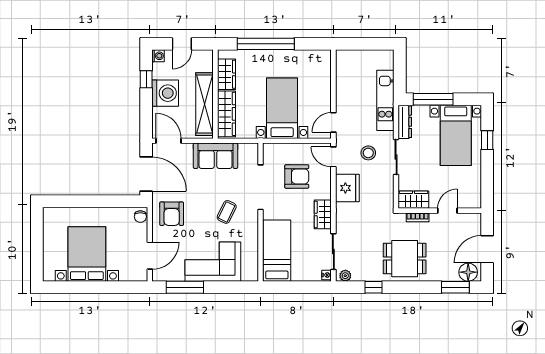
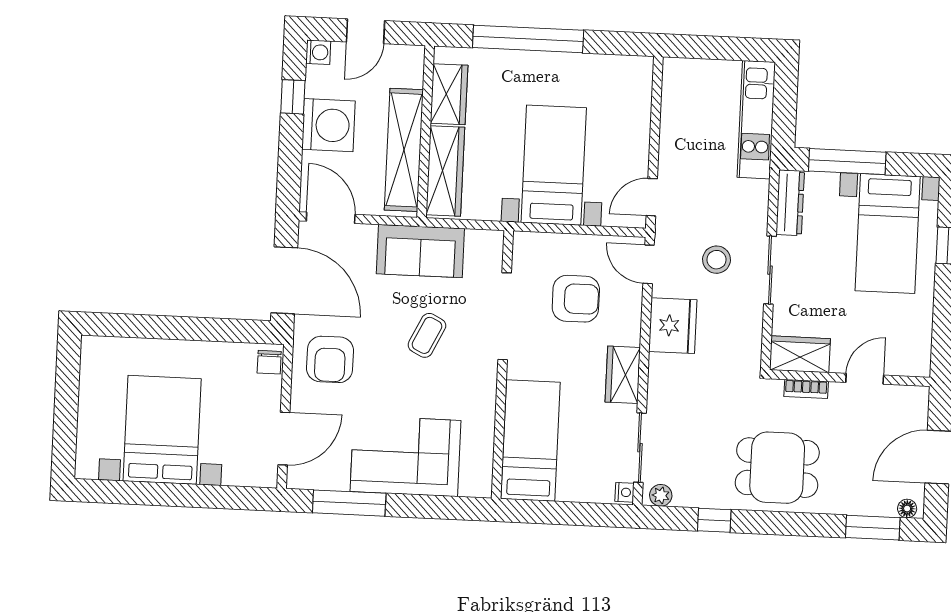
kitchen unit: (385, 100) -> (756, 120), moved
coffee table: (227, 212) -> (427, 335), moved
floor lamp: (468, 272) -> (907, 509), width x0.53, depth x0.53

